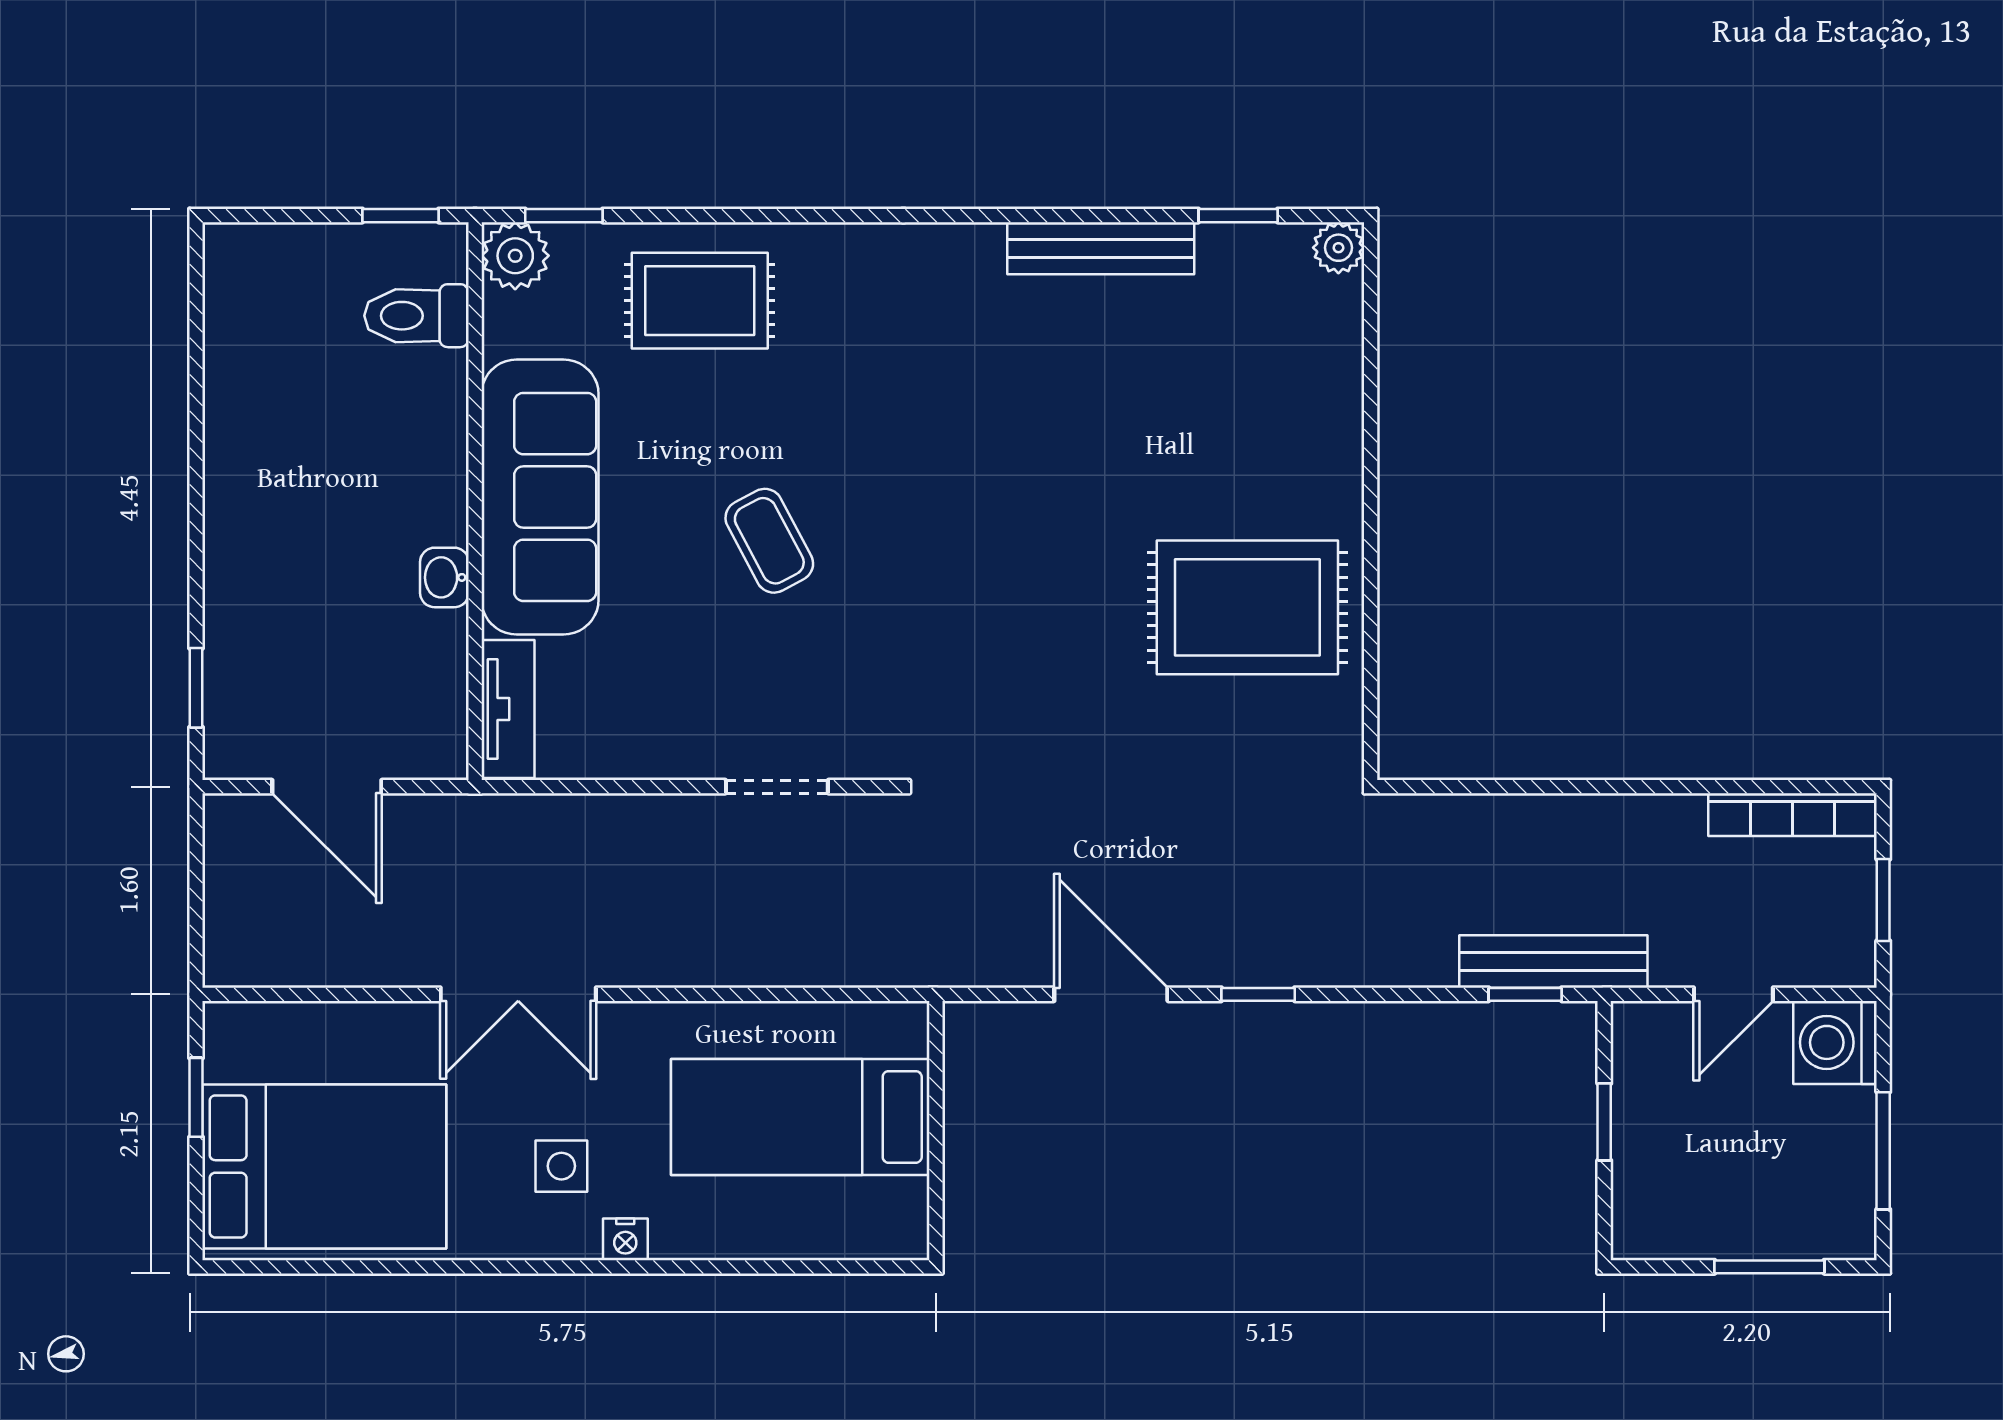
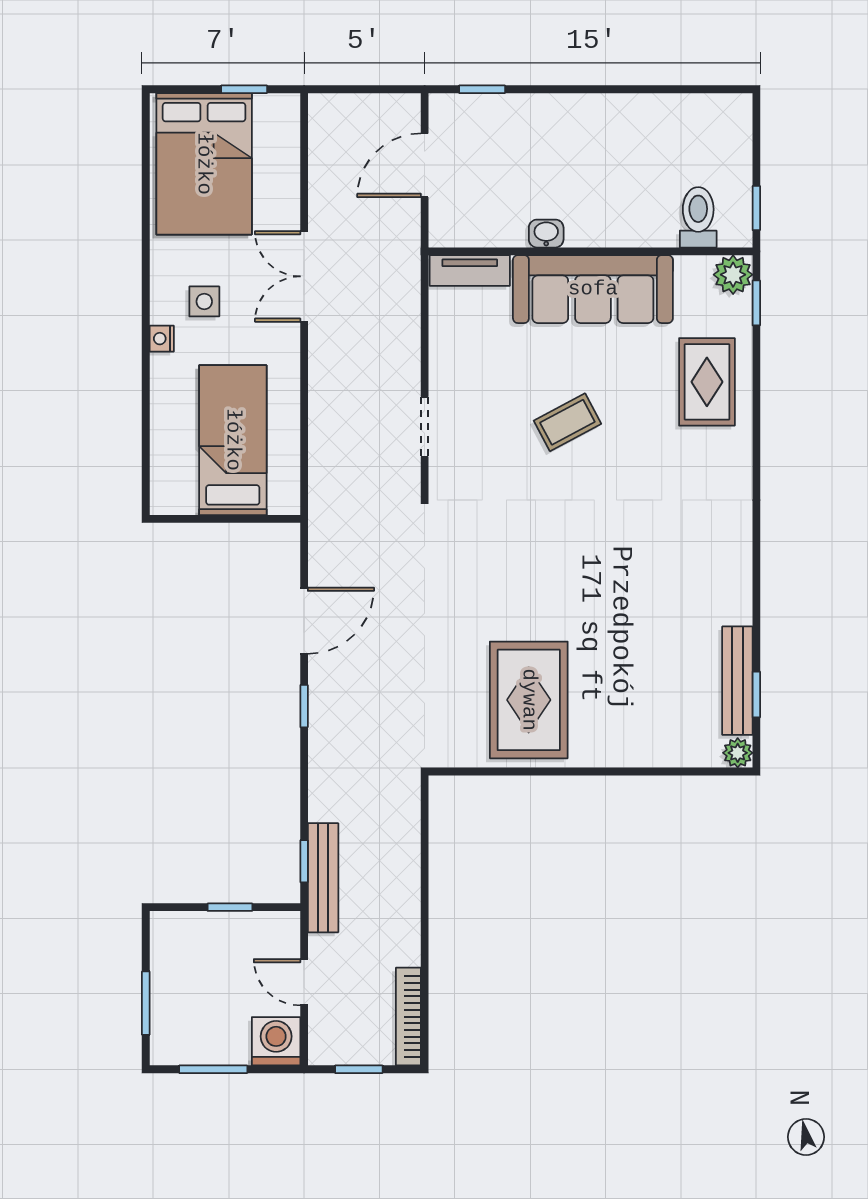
bench: (1101, 248) -> (737, 681), moved

